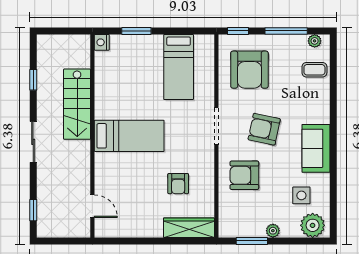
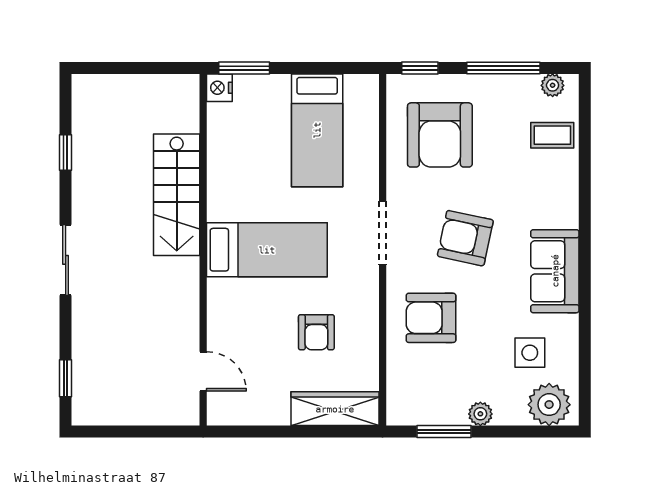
nightstand: (102, 42) -> (219, 88), moved
stairs: (77, 104) -> (177, 195), moved
wall: (92, 136) -> (203, 250), moved
bed: (129, 136) -> (267, 250), moved
door: (92, 206) -> (203, 371), moved

